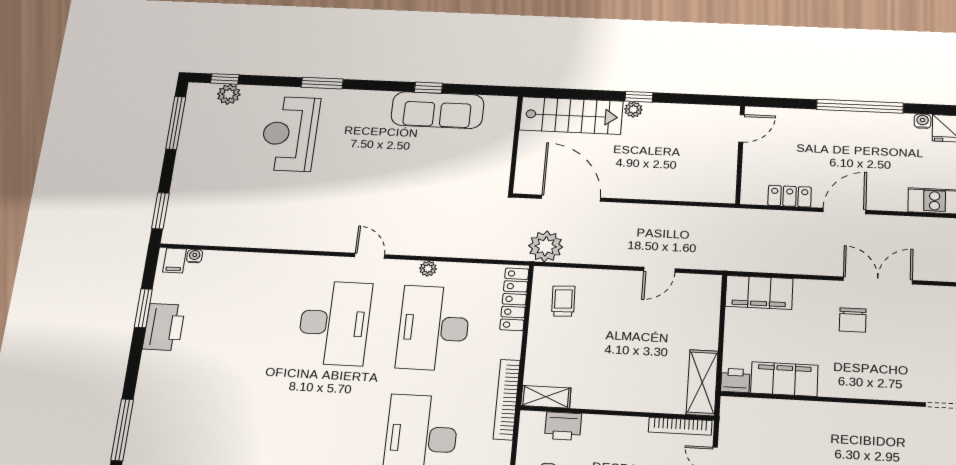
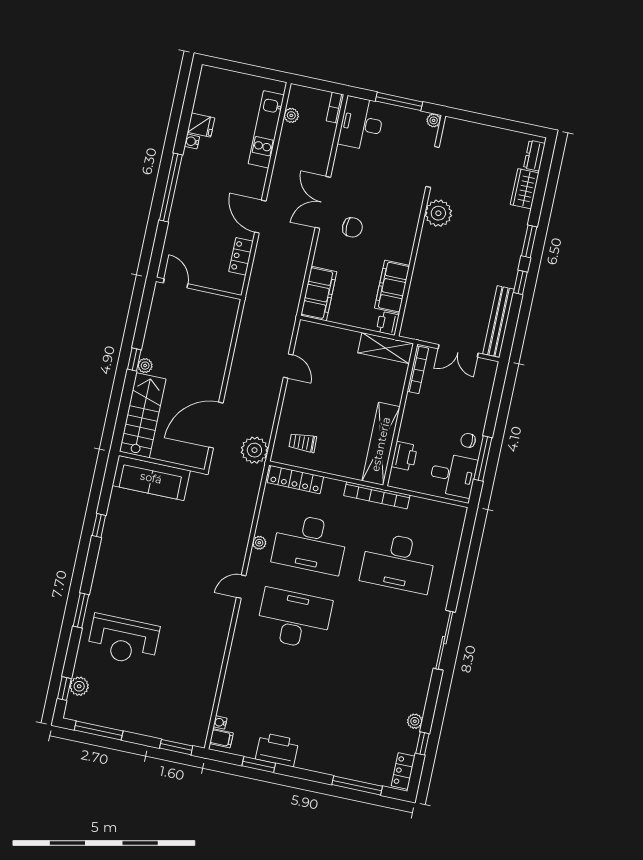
sofa: (438, 110) -> (151, 478), moved, turned 90
shelving: (546, 397) -> (381, 444), width x2.20, depth x1.33
plant: (893, 422) -> (438, 213), added

